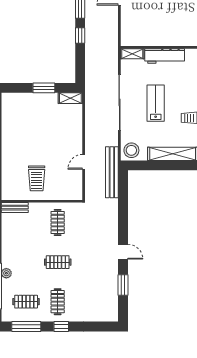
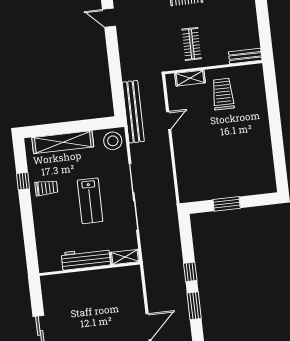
shelving: (70, 98) -> (190, 78), moved

